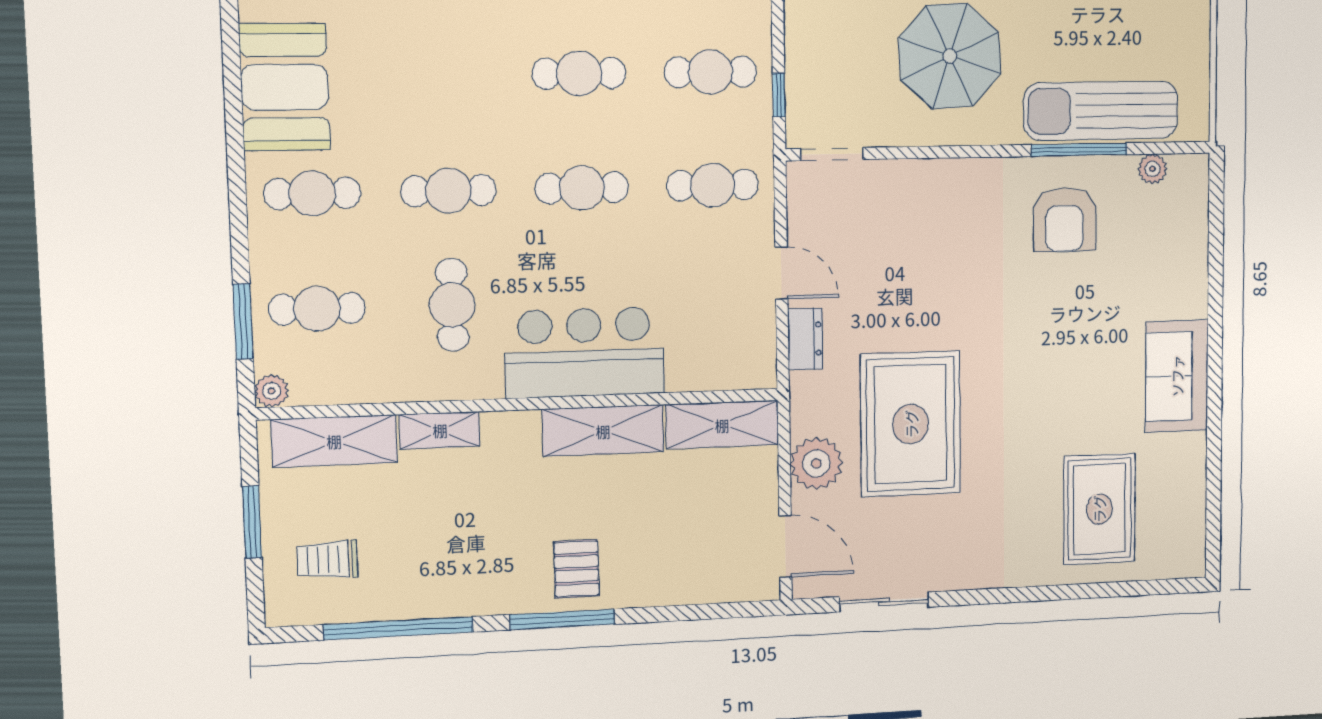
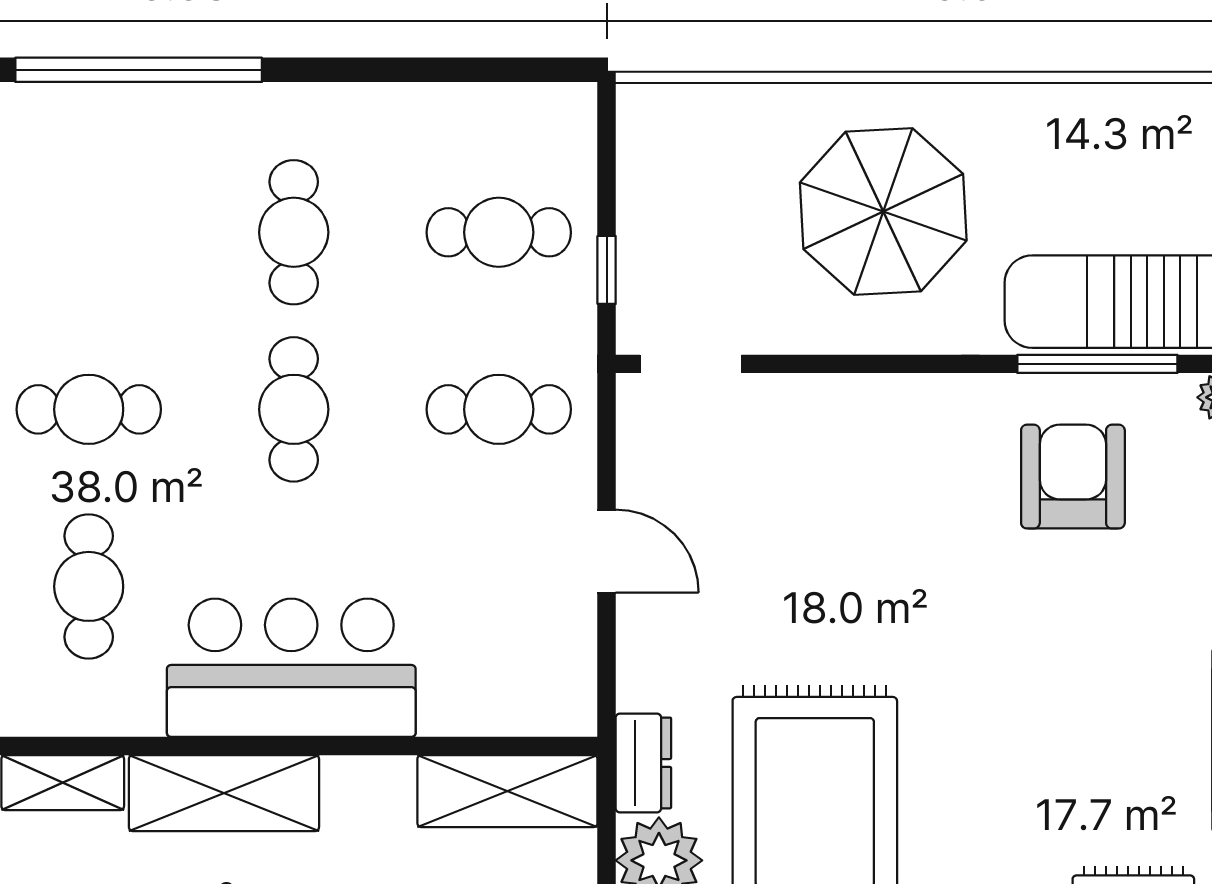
cafe table: (579, 73) -> (294, 232), turned 90
cafe table: (582, 188) -> (294, 409), turned 90
armchair: (1064, 220) -> (1073, 477), turned 180
dresser: (805, 339) -> (643, 763), moved
shelving: (603, 431) -> (224, 793), moved

